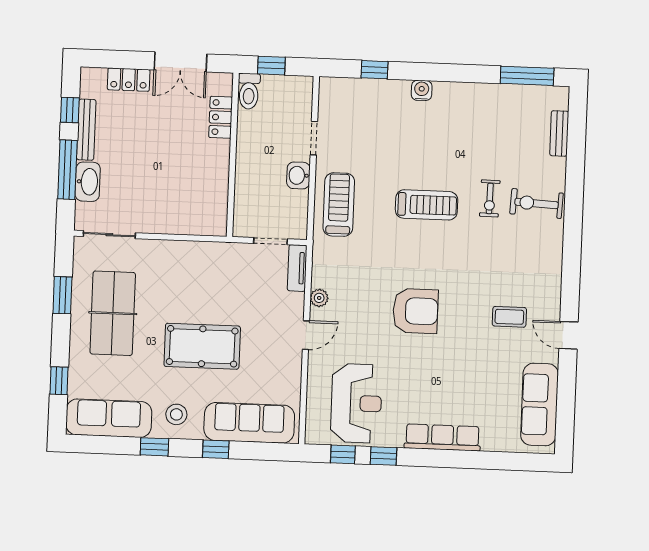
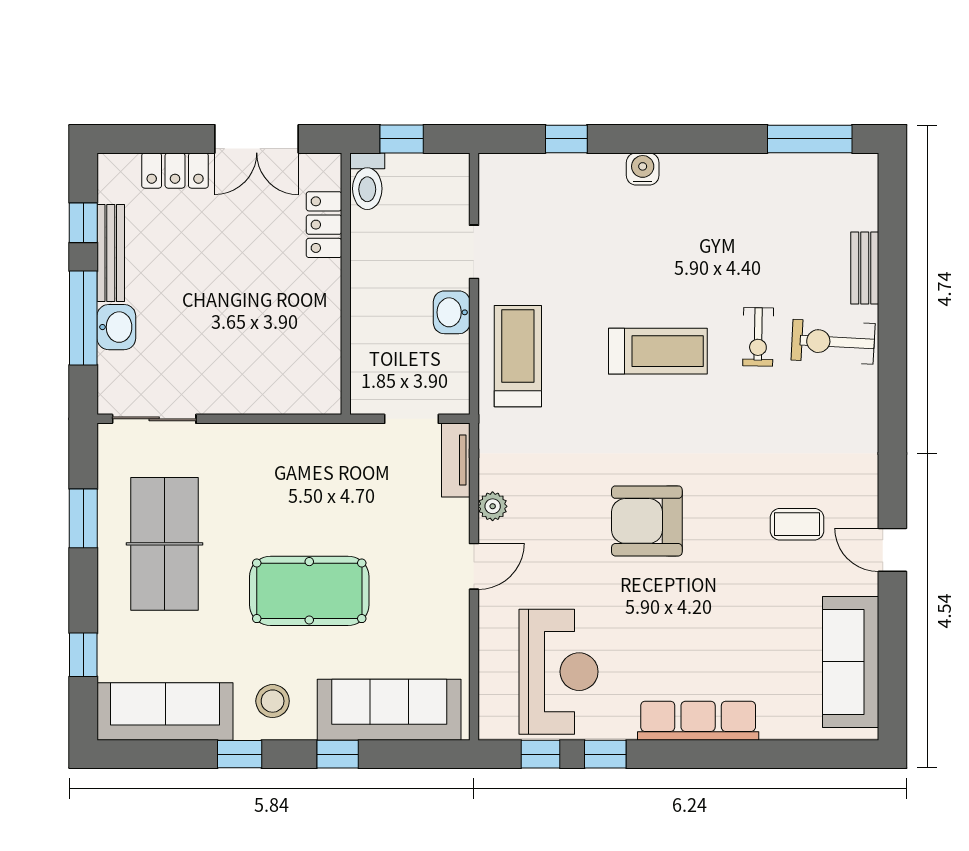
bench: (559, 133) -> (865, 268), moved
washbasin: (88, 182) -> (116, 327), width x0.72
armchair: (415, 311) -> (647, 521), turned 180

